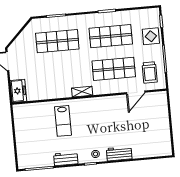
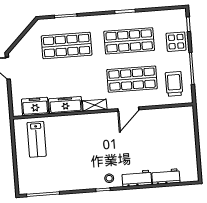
trolley: (150, 72) -> (174, 84), turned 180
freezer: (18, 91) -> (35, 107), moved, turned -90
freezer: (57, 92) -> (65, 105), added
door: (136, 92) -> (128, 109), moved
lab bench: (63, 121) -> (37, 139), moved
workbench: (66, 159) -> (166, 177), moved

